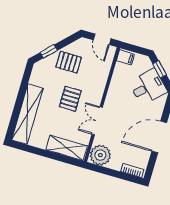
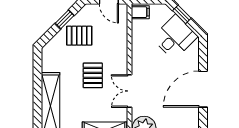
window: (49, 51) -> (65, 19), moved

